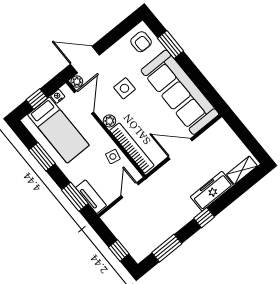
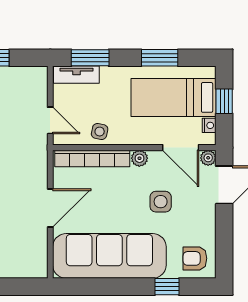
window: (170, 45) -> (167, 287), width x0.67

